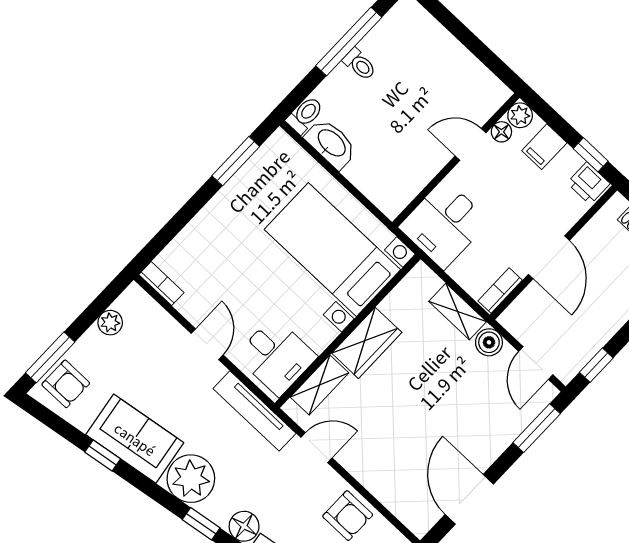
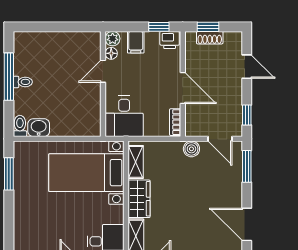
washbasin: (331, 144) -> (39, 128), width x0.72
shelving: (458, 312) -> (136, 162), moved, turned 90

